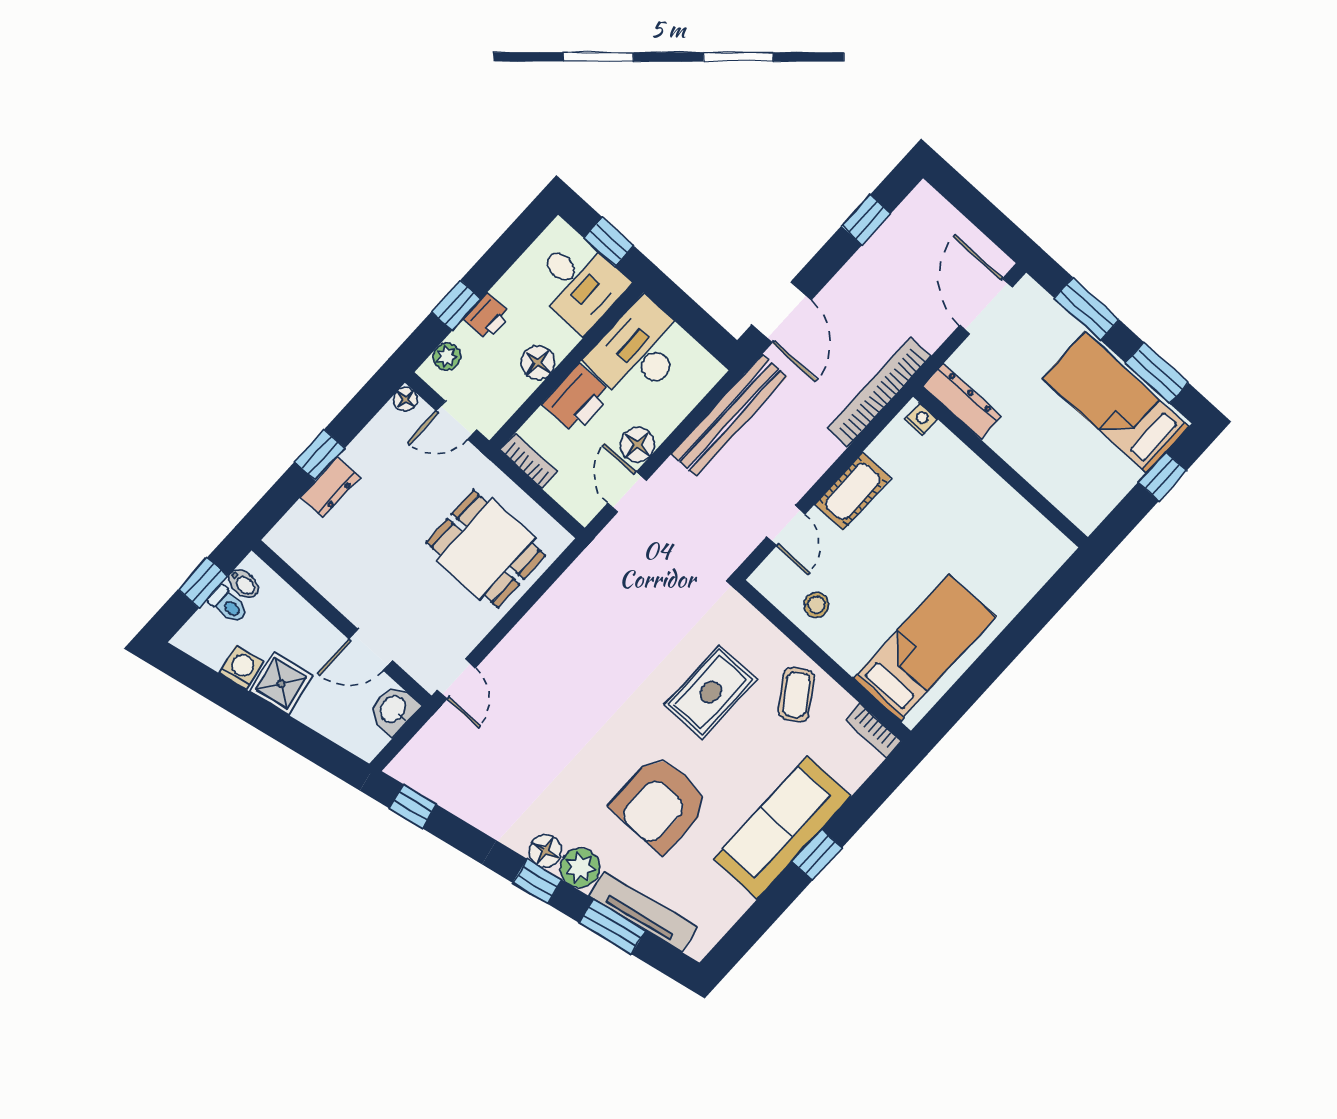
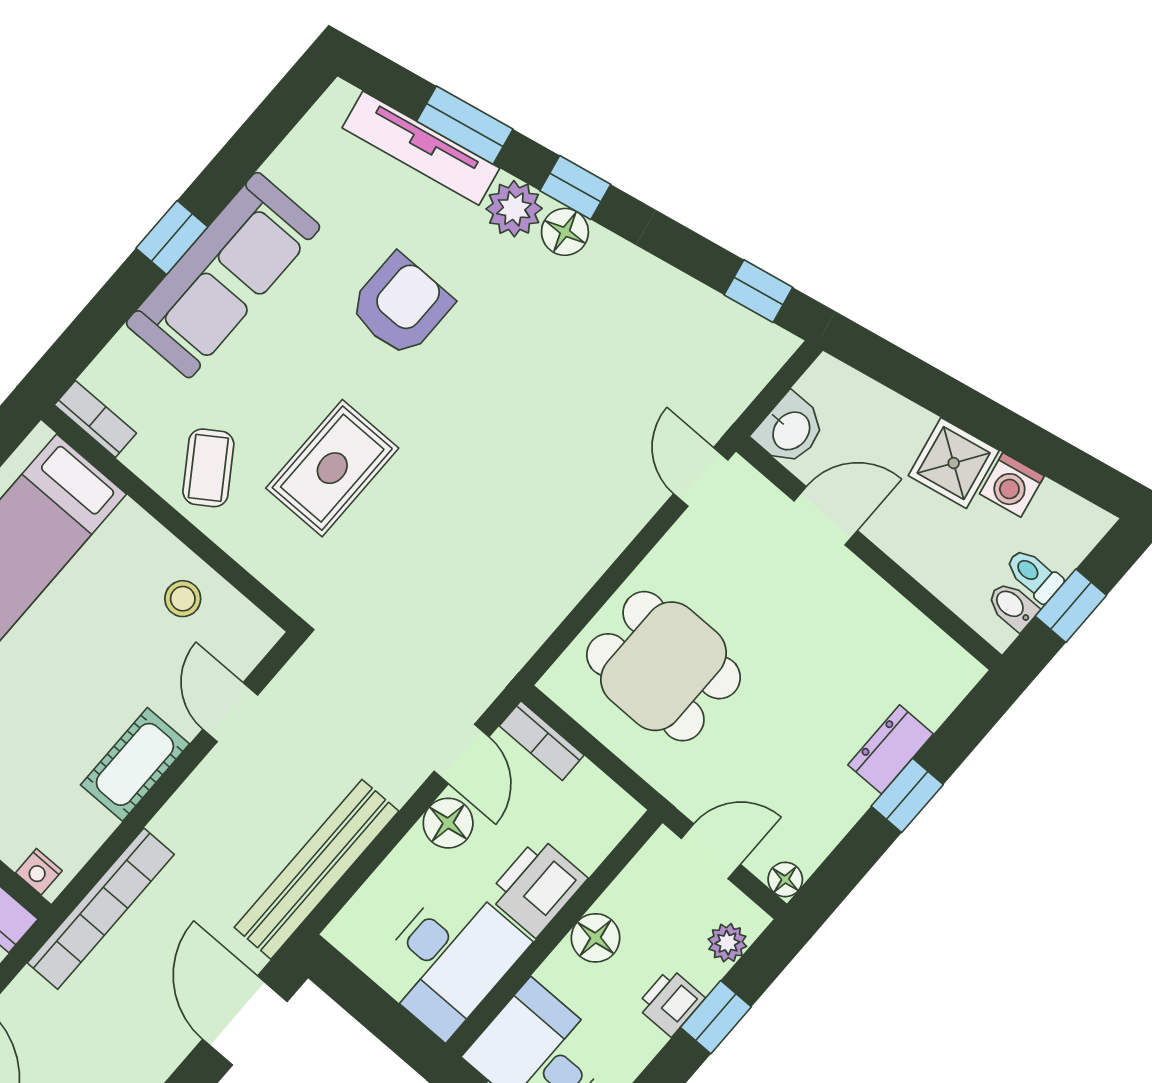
bookcase: (529, 461) -> (542, 741), moved
armchair: (660, 803) -> (401, 305), width x0.73, depth x0.73

